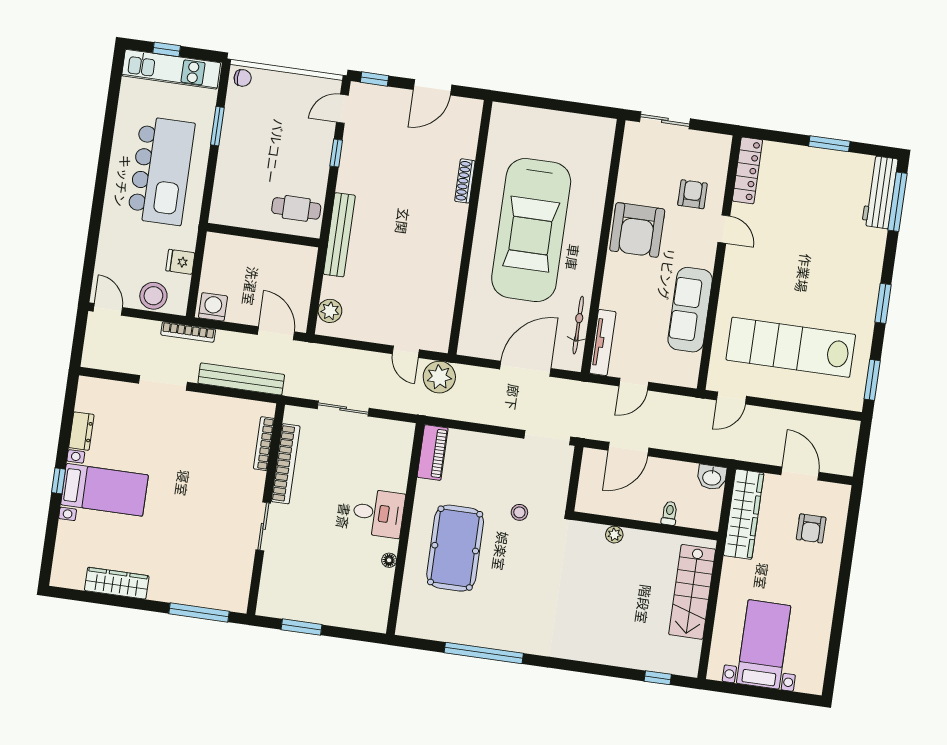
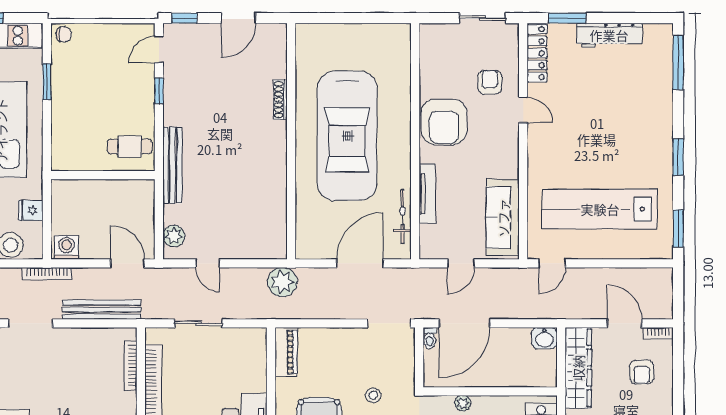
sliding door: (665, 120) -> (482, 18), moved
window: (829, 144) -> (567, 18), moved
workbench: (880, 192) -> (609, 35), moved, turned -90
sofa: (690, 310) -> (503, 218), moved
tv unit: (603, 343) -> (427, 194), moved
door: (406, 352) -> (208, 263), moved
door: (628, 449) -> (465, 323), width x1.36
bookcase: (835, 489) -> (658, 333), added
toilet: (669, 513) -> (430, 338), moved, turned 180

